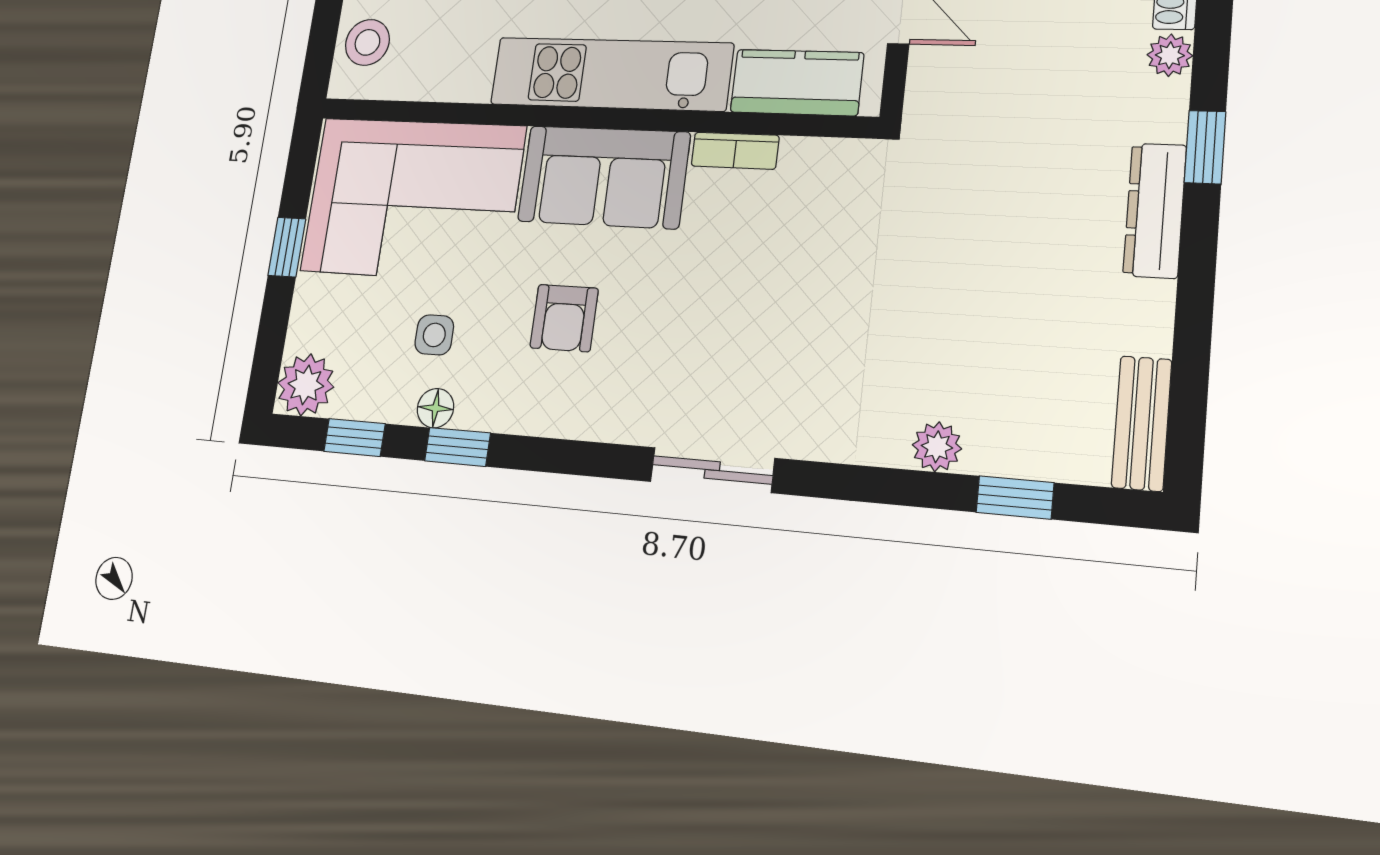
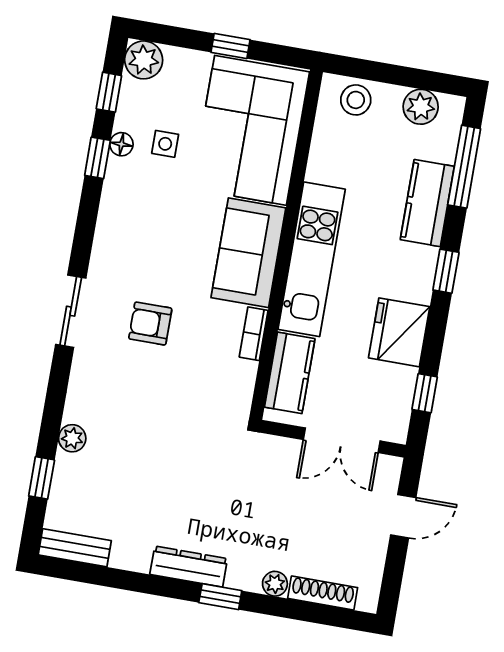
armchair: (564, 318) -> (150, 324), moved

